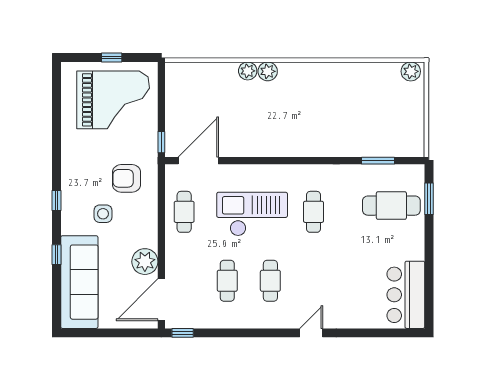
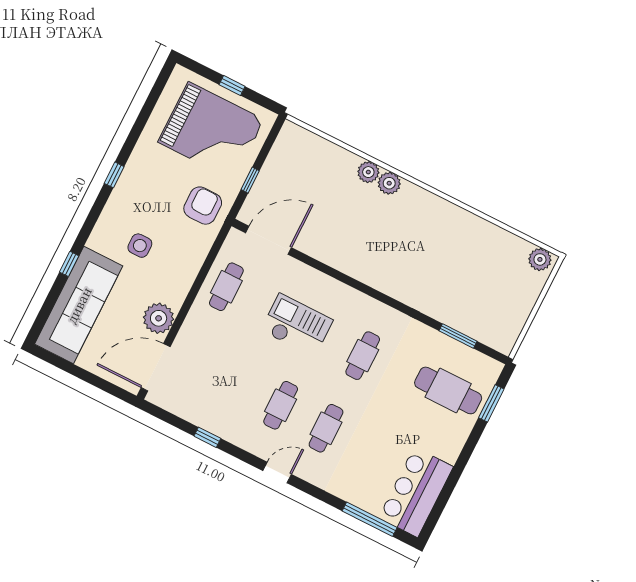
window: (161, 142) -> (250, 180), moved
armchair: (127, 178) -> (203, 206), moved, turned 90
window: (57, 201) -> (114, 175), moved
checkout: (252, 214) -> (297, 325), width x0.73, depth x0.83
cafe table: (227, 281) -> (326, 428), moved
window: (183, 333) -> (207, 437), moved
door: (311, 333) -> (277, 472), moved
window: (381, 333) -> (370, 519), added

